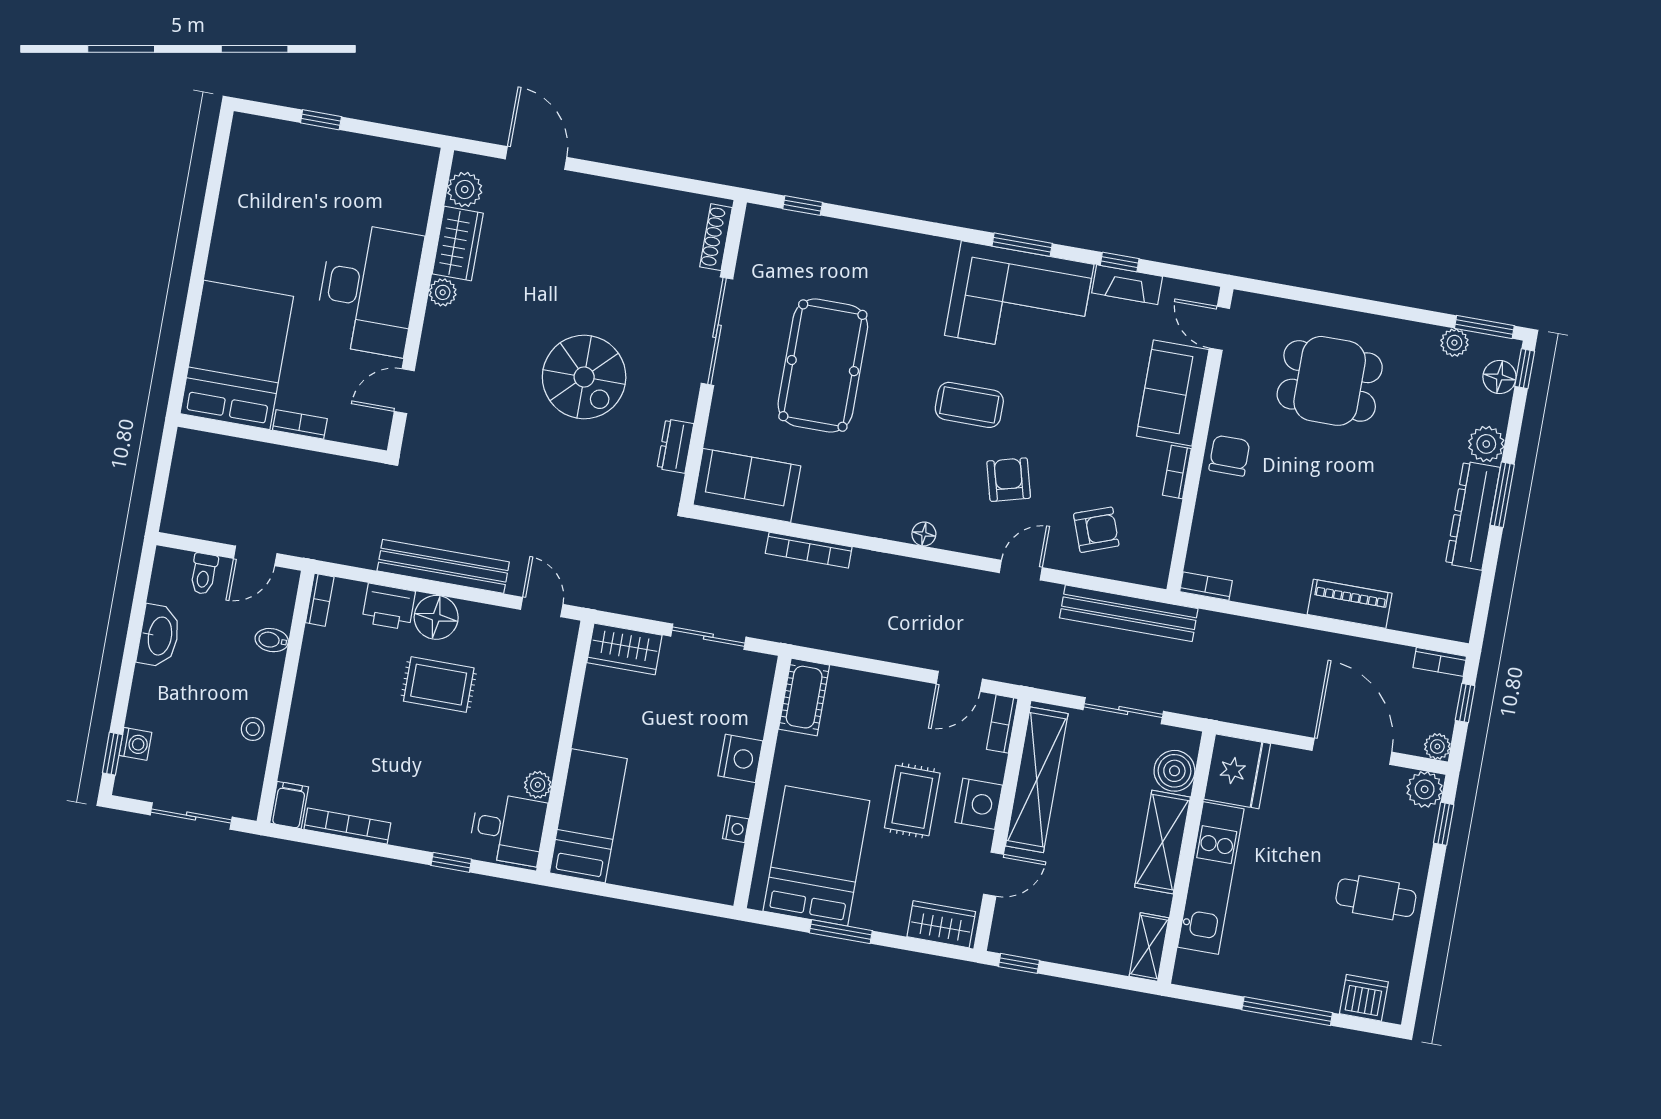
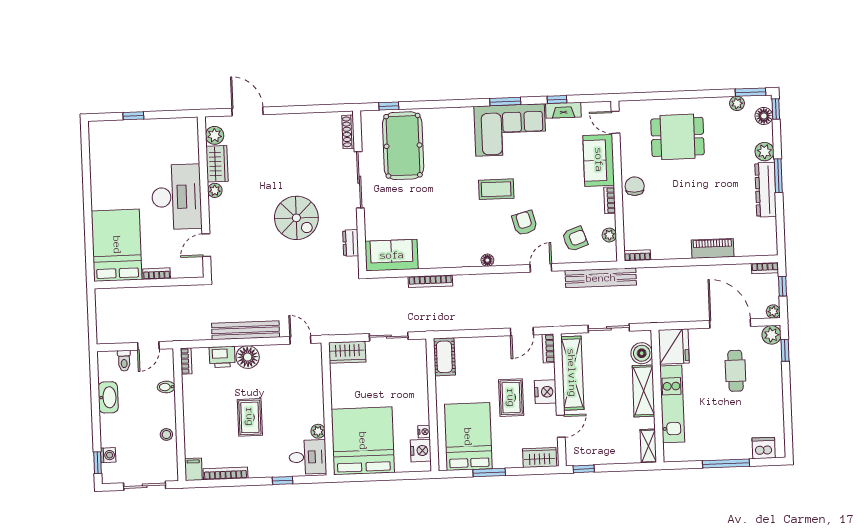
pool table: (823, 366) -> (403, 146), moved
plant: (1162, 537) -> (609, 235), added
rug: (439, 685) -> (250, 417), moved, turned 90
nightstand: (740, 758) -> (421, 451), moved
bed: (588, 816) -> (363, 441), width x2.04
cafe table: (1376, 898) -> (735, 371), moved, turned 90

